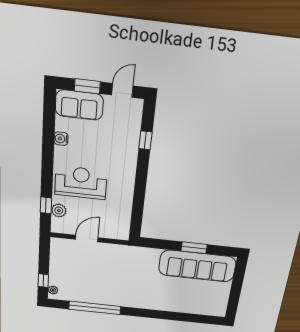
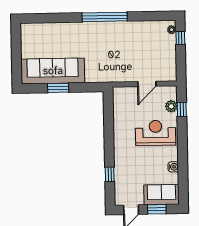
reception desk: (81, 183) -> (156, 133), turned 180
window: (95, 308) -> (105, 17), moved

